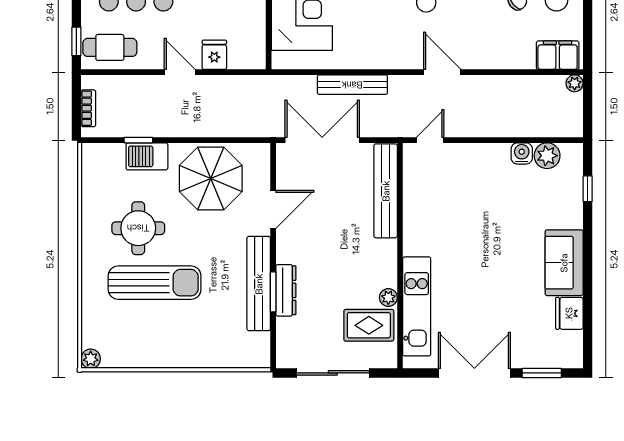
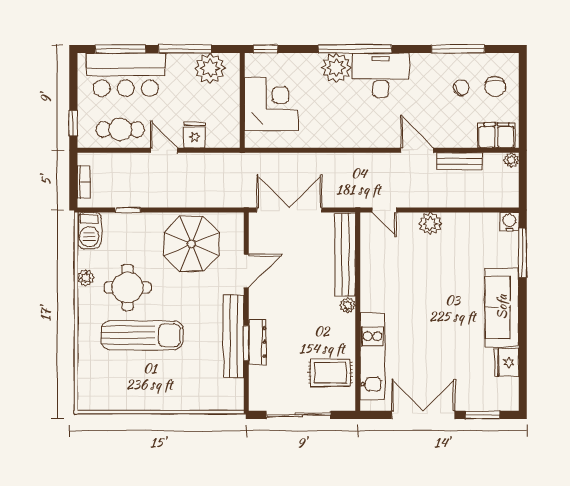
cafe table: (110, 47) -> (120, 129), moved
door: (442, 72) -> (417, 150), moved
bench: (352, 85) -> (460, 161), moved, width x0.73
door: (430, 140) -> (384, 210), swing flipped
water cooler: (522, 153) -> (509, 222), moved
barbecue: (147, 156) -> (89, 231), moved, turned -90
plant: (547, 156) -> (430, 224), moved
window: (588, 189) -> (523, 253), width x2.17
sofa: (564, 263) -> (502, 307), width x1.36
plant: (388, 297) -> (348, 305), moved
plant: (91, 359) -> (86, 278), moved

